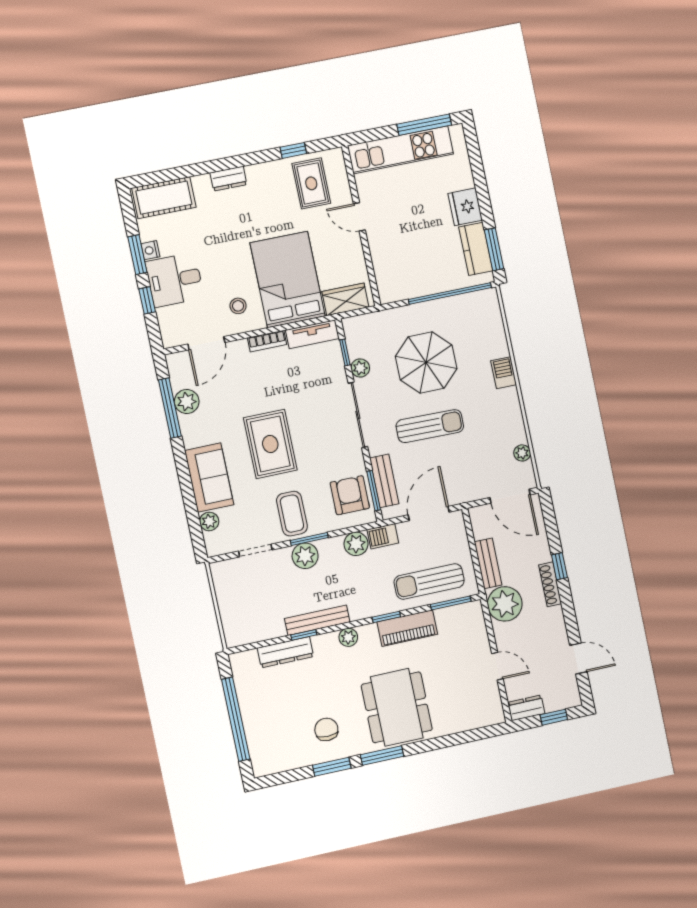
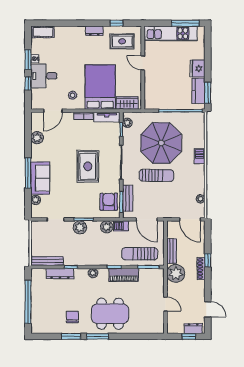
dresser: (228, 179) -> (94, 31), moved
rug: (311, 183) -> (122, 41), turned 90
cot: (164, 198) -> (43, 32), width x0.73, depth x0.75
parasol: (426, 362) -> (161, 143), width x1.36, depth x1.36
plant: (360, 368) -> (127, 123), moved
window: (170, 408) -> (28, 173), moved
rug: (270, 444) -> (88, 166), moved
coffee table: (292, 514) -> (78, 205), removed
door: (429, 514) -> (147, 219), swing flipped
bench: (317, 620) -> (47, 261), moved
dining table: (397, 707) -> (110, 314), turned 90
dresser: (526, 708) -> (193, 329), moved

